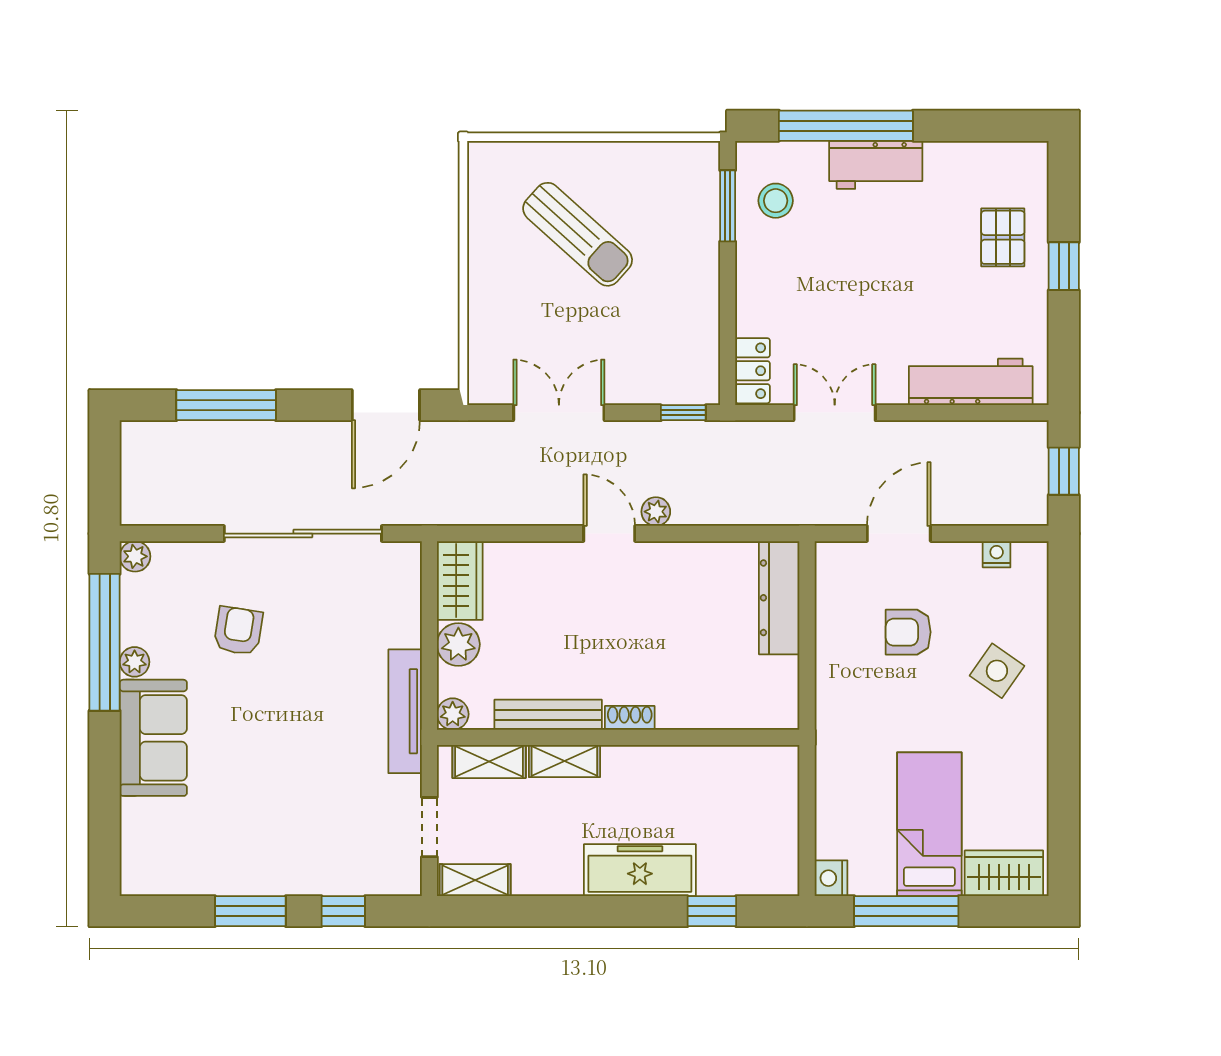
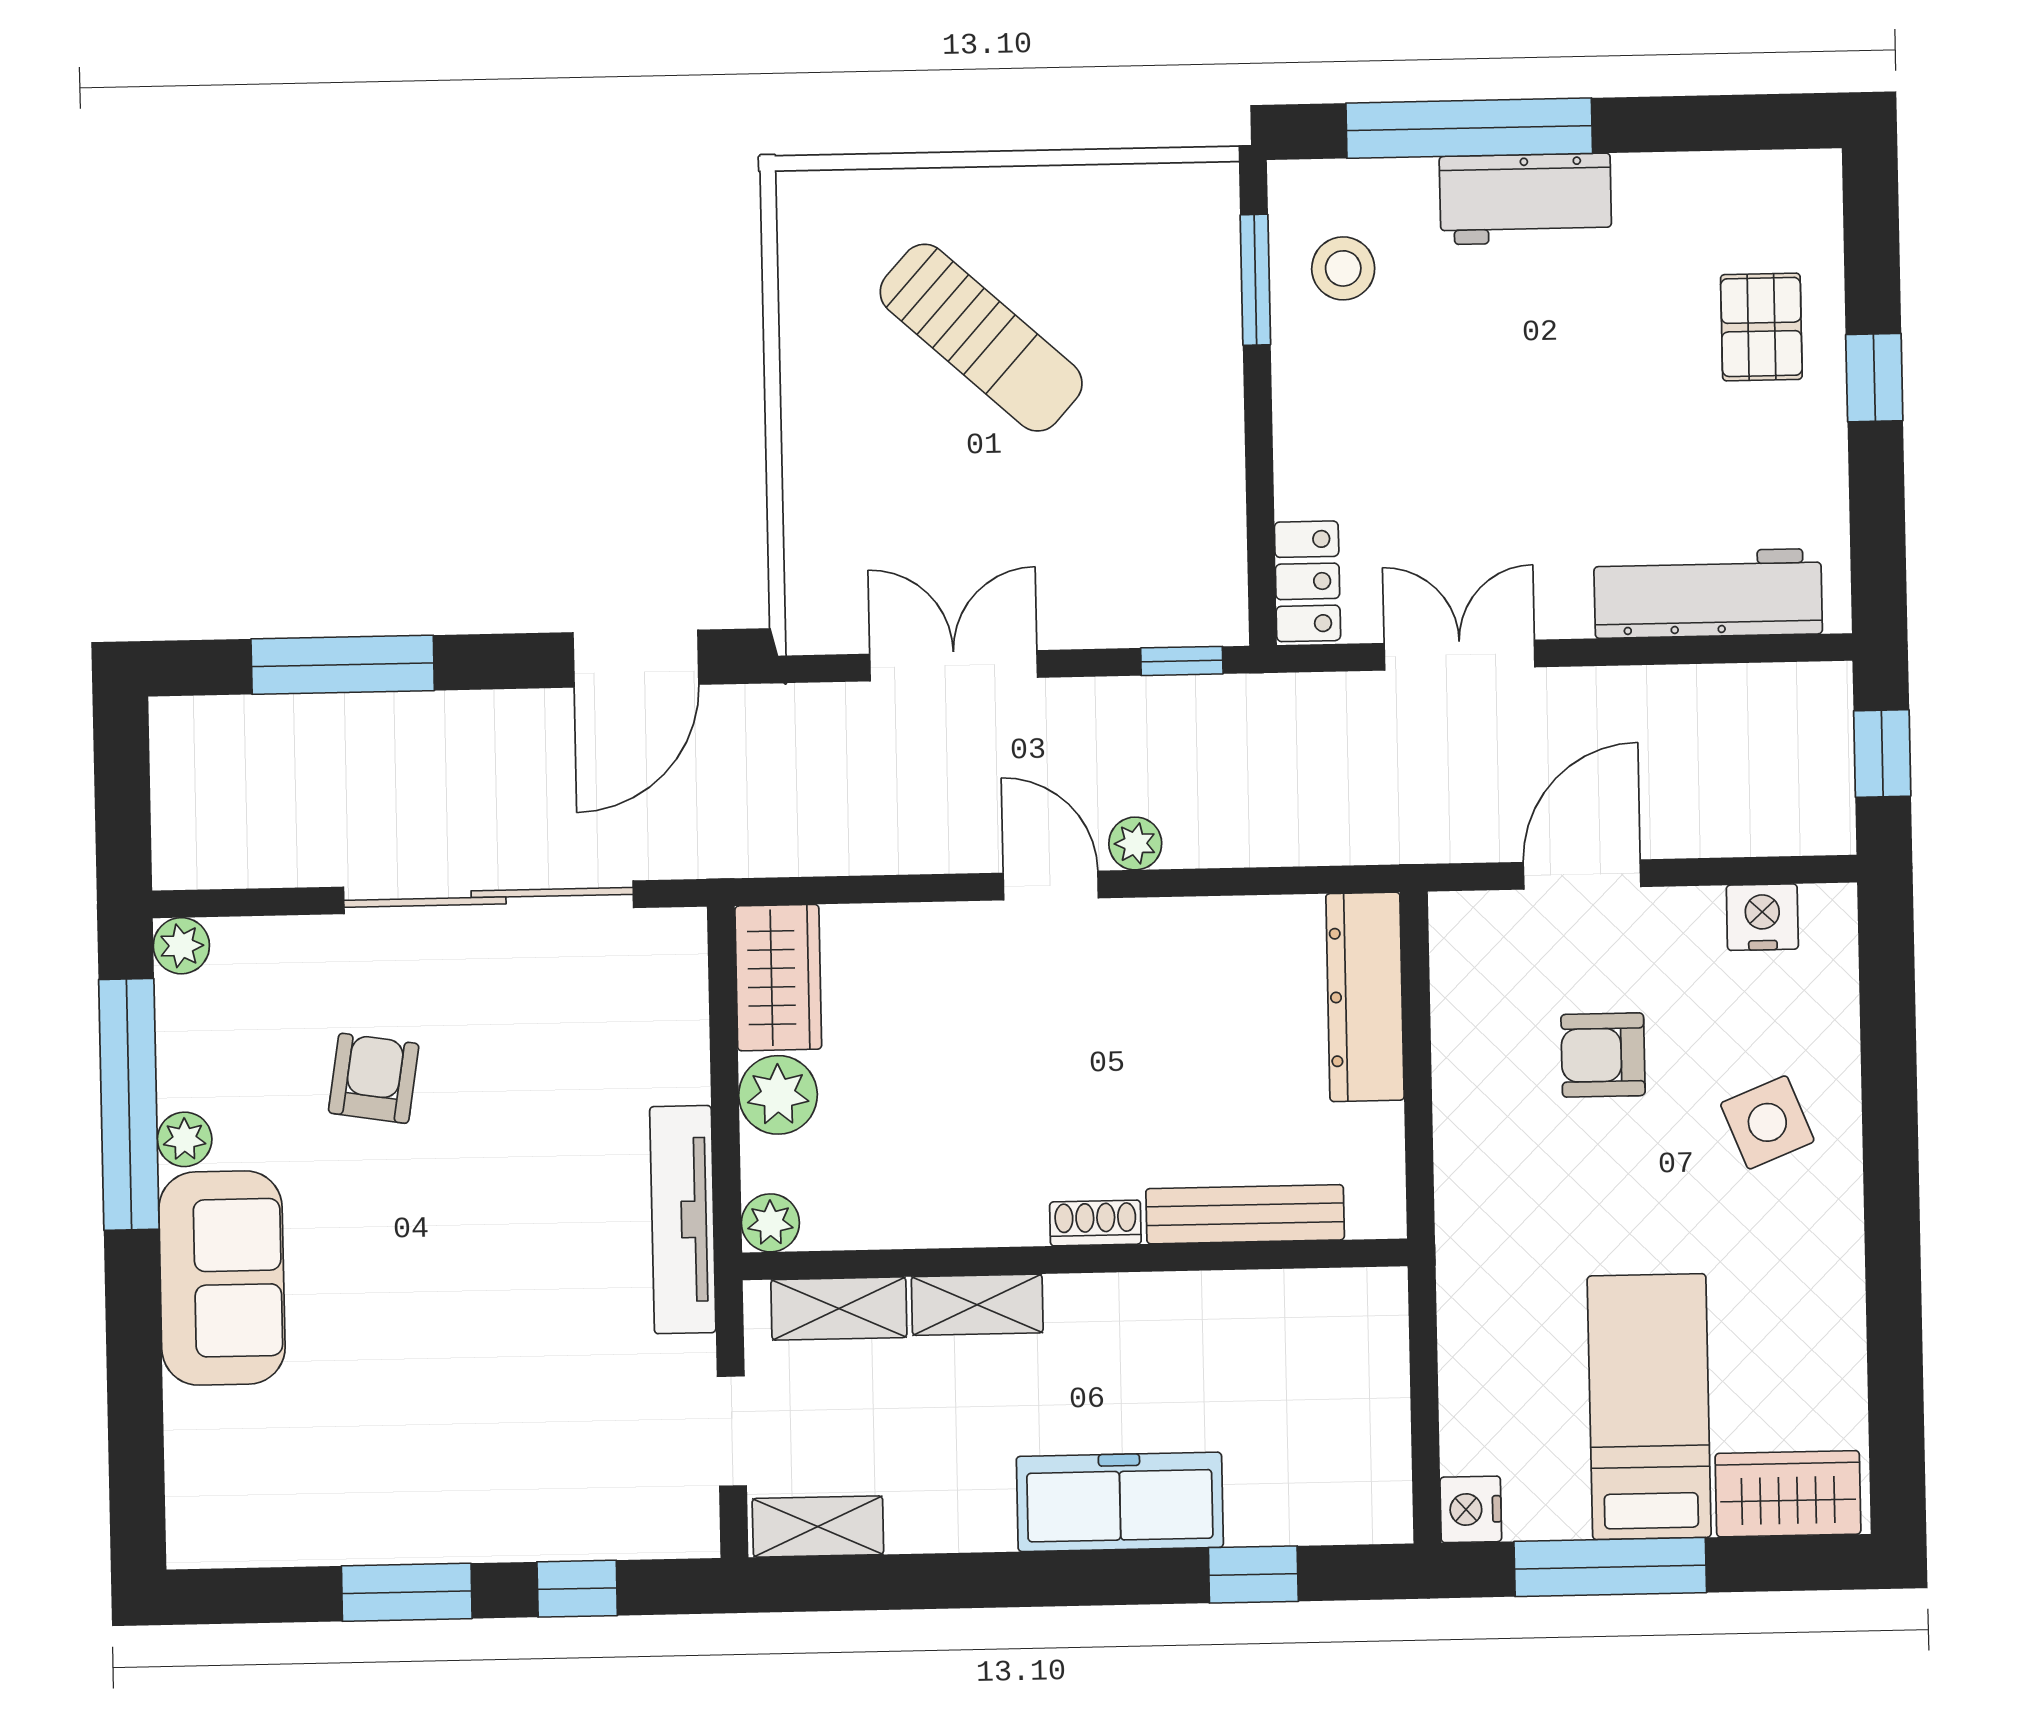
nightstand: (997, 554) -> (1762, 917), width x1.39, depth x1.35
side table: (997, 671) -> (1767, 1122), turned 33
bench: (548, 715) -> (1245, 1214), moved

